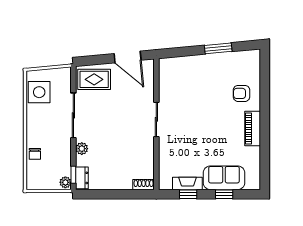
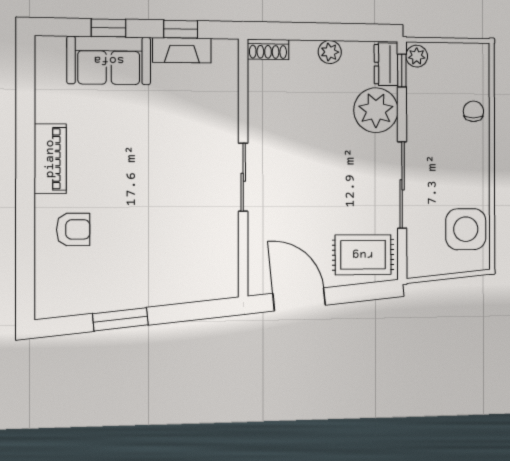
plant: (82, 149) -> (376, 110), width x1.88, depth x1.88
plant: (111, 184) -> (330, 52), added

